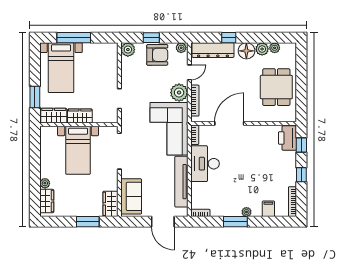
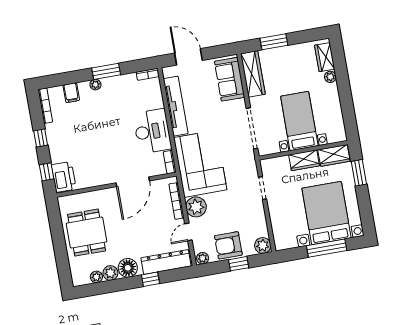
bed with nightstands: (61, 68) -> (326, 213), width x1.36
wardrobe: (111, 204) -> (253, 74), width x1.50

